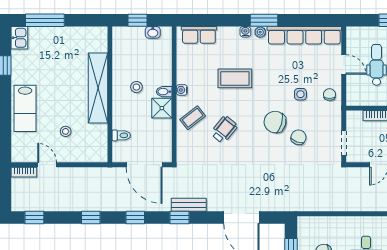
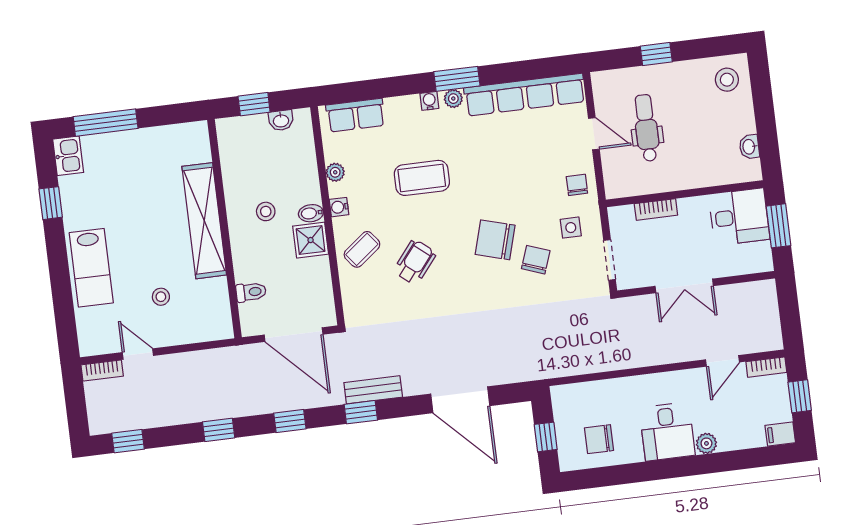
plant: (182, 68) -> (335, 172), added
side table: (300, 94) -> (571, 228), moved

